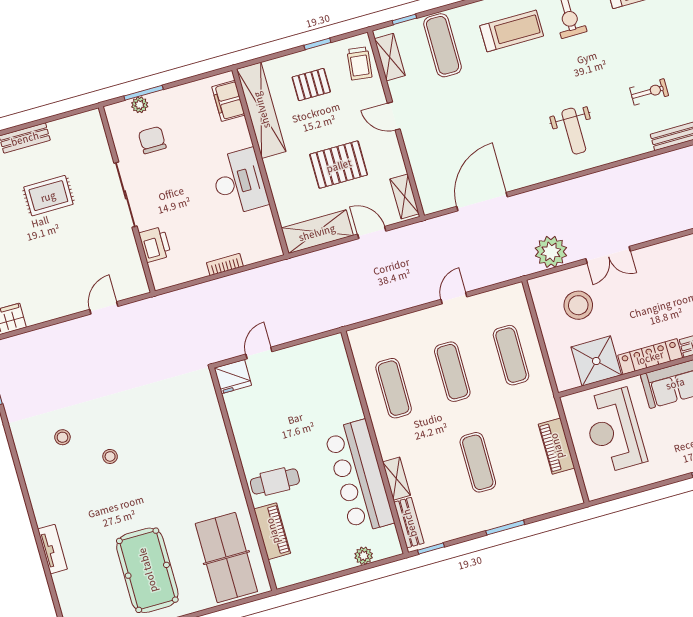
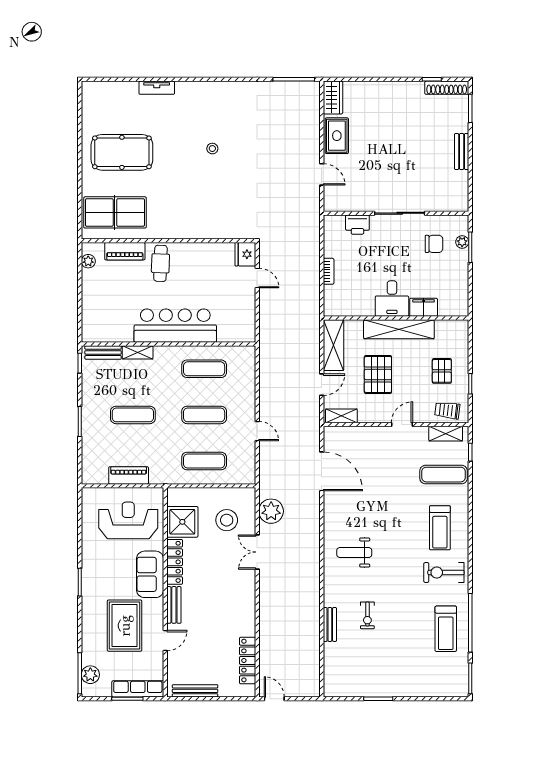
filing cabinet: (228, 101) -> (424, 307), moved
shelving: (261, 110) -> (399, 329), moved
desk: (239, 182) -> (392, 299), width x0.73
rug: (48, 196) -> (337, 136), moved
stool: (62, 437) -> (236, 118), removed
bar counter: (359, 477) -> (175, 326), moved
plant: (364, 556) -> (88, 261), moved

